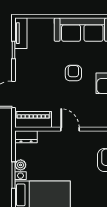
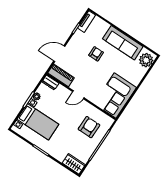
armchair: (73, 73) -> (96, 54), moved
door: (70, 129) -> (78, 95), swing flipped

